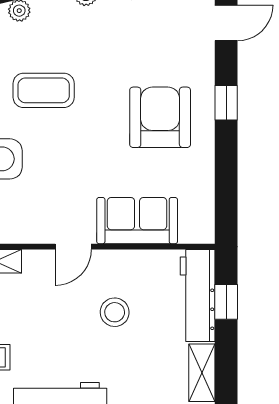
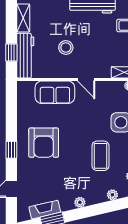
coffee table: (44, 90) -> (100, 156), turned 90
door: (73, 247) -> (86, 79), swing flipped

